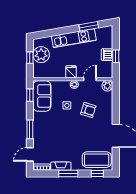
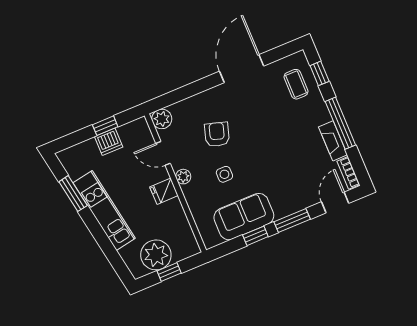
window: (30, 95) -> (255, 236), moved
sofa: (42, 96) -> (244, 217), moved
door: (30, 154) -> (335, 203), swing flipped
coffee table: (97, 160) -> (296, 84), width x0.54, depth x0.58
window: (68, 174) -> (340, 123), width x1.44

